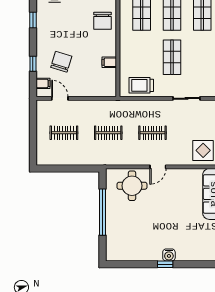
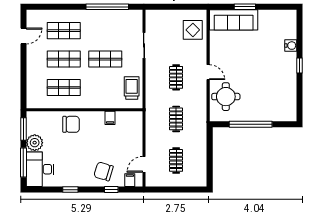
chair: (61, 62) -> (104, 171), moved
trolley: (141, 85) -> (132, 88), turned 180
water cooler: (169, 255) -> (291, 46), moved

